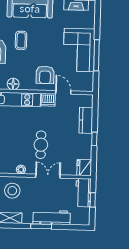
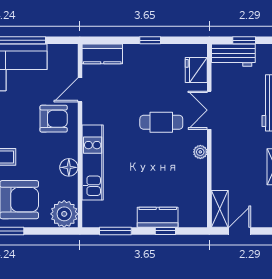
dishwasher: (48, 100) -> (92, 113), removed
kitchen counter: (86, 120) -> (102, 54), moved
fridge: (84, 167) -> (196, 70), moved, turned 90
stool: (12, 191) -> (233, 164), removed

